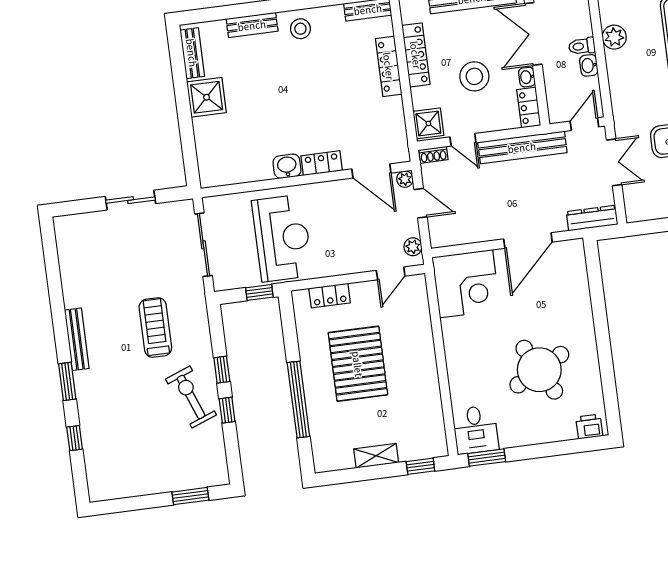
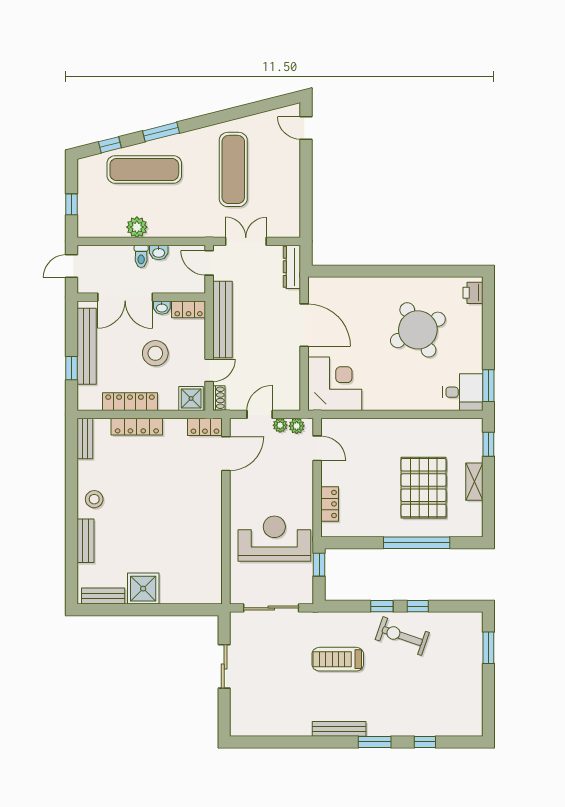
locker: (322, 163) -> (205, 427), moved, turned -90
washbasin: (287, 166) -> (212, 526), removed
plant: (405, 179) -> (280, 425), moved
pallet: (358, 364) -> (424, 488), moved, turned 90
exercise bike: (191, 397) -> (402, 636), turned 40

